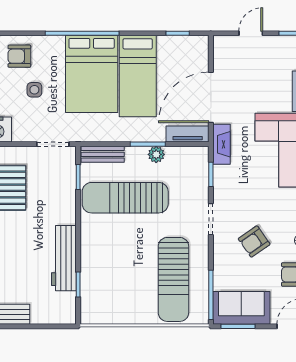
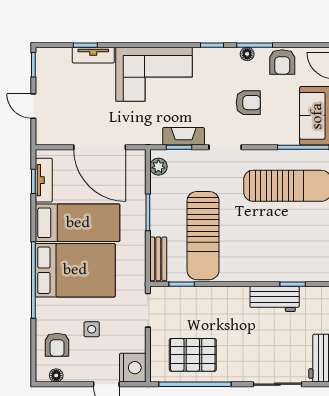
tv unit: (188, 134) -> (44, 180), moved, turned 180
fireplace: (221, 144) -> (184, 136), moved
plant: (156, 154) -> (158, 167), moved
armchair: (254, 242) -> (248, 103), turned -55
workbench: (64, 258) -> (275, 299), width x0.73

